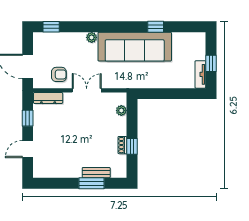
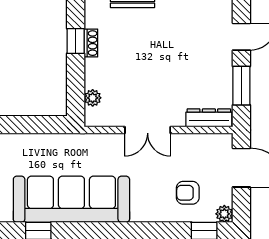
plant: (92, 37) -> (224, 214), moved
armchair: (59, 74) -> (188, 193), moved
window: (28, 118) -> (241, 86), width x1.50

